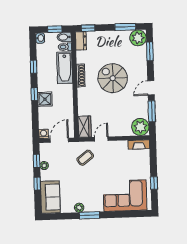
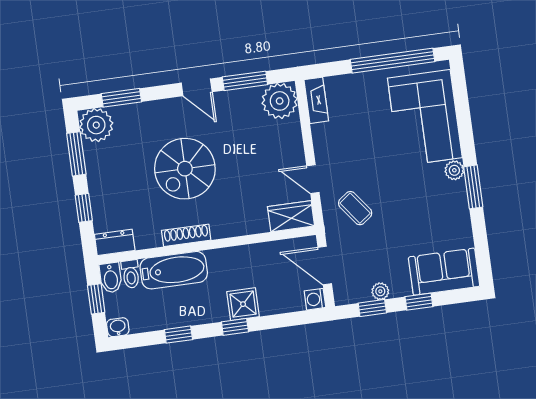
window: (88, 28) -> (84, 208), moved
window: (154, 183) -> (392, 61), width x3.17
plant: (79, 208) -> (454, 170), moved

